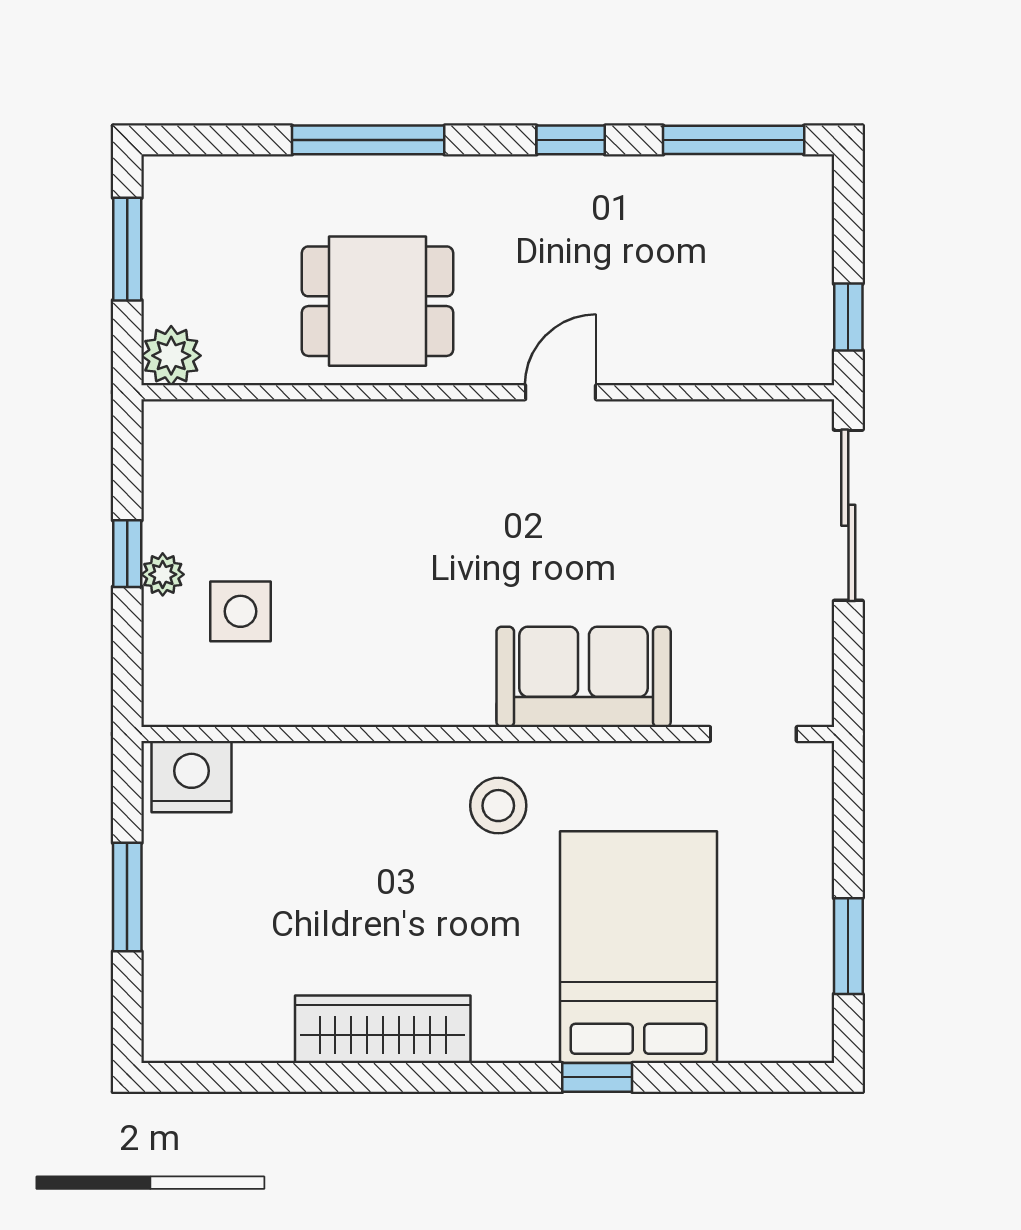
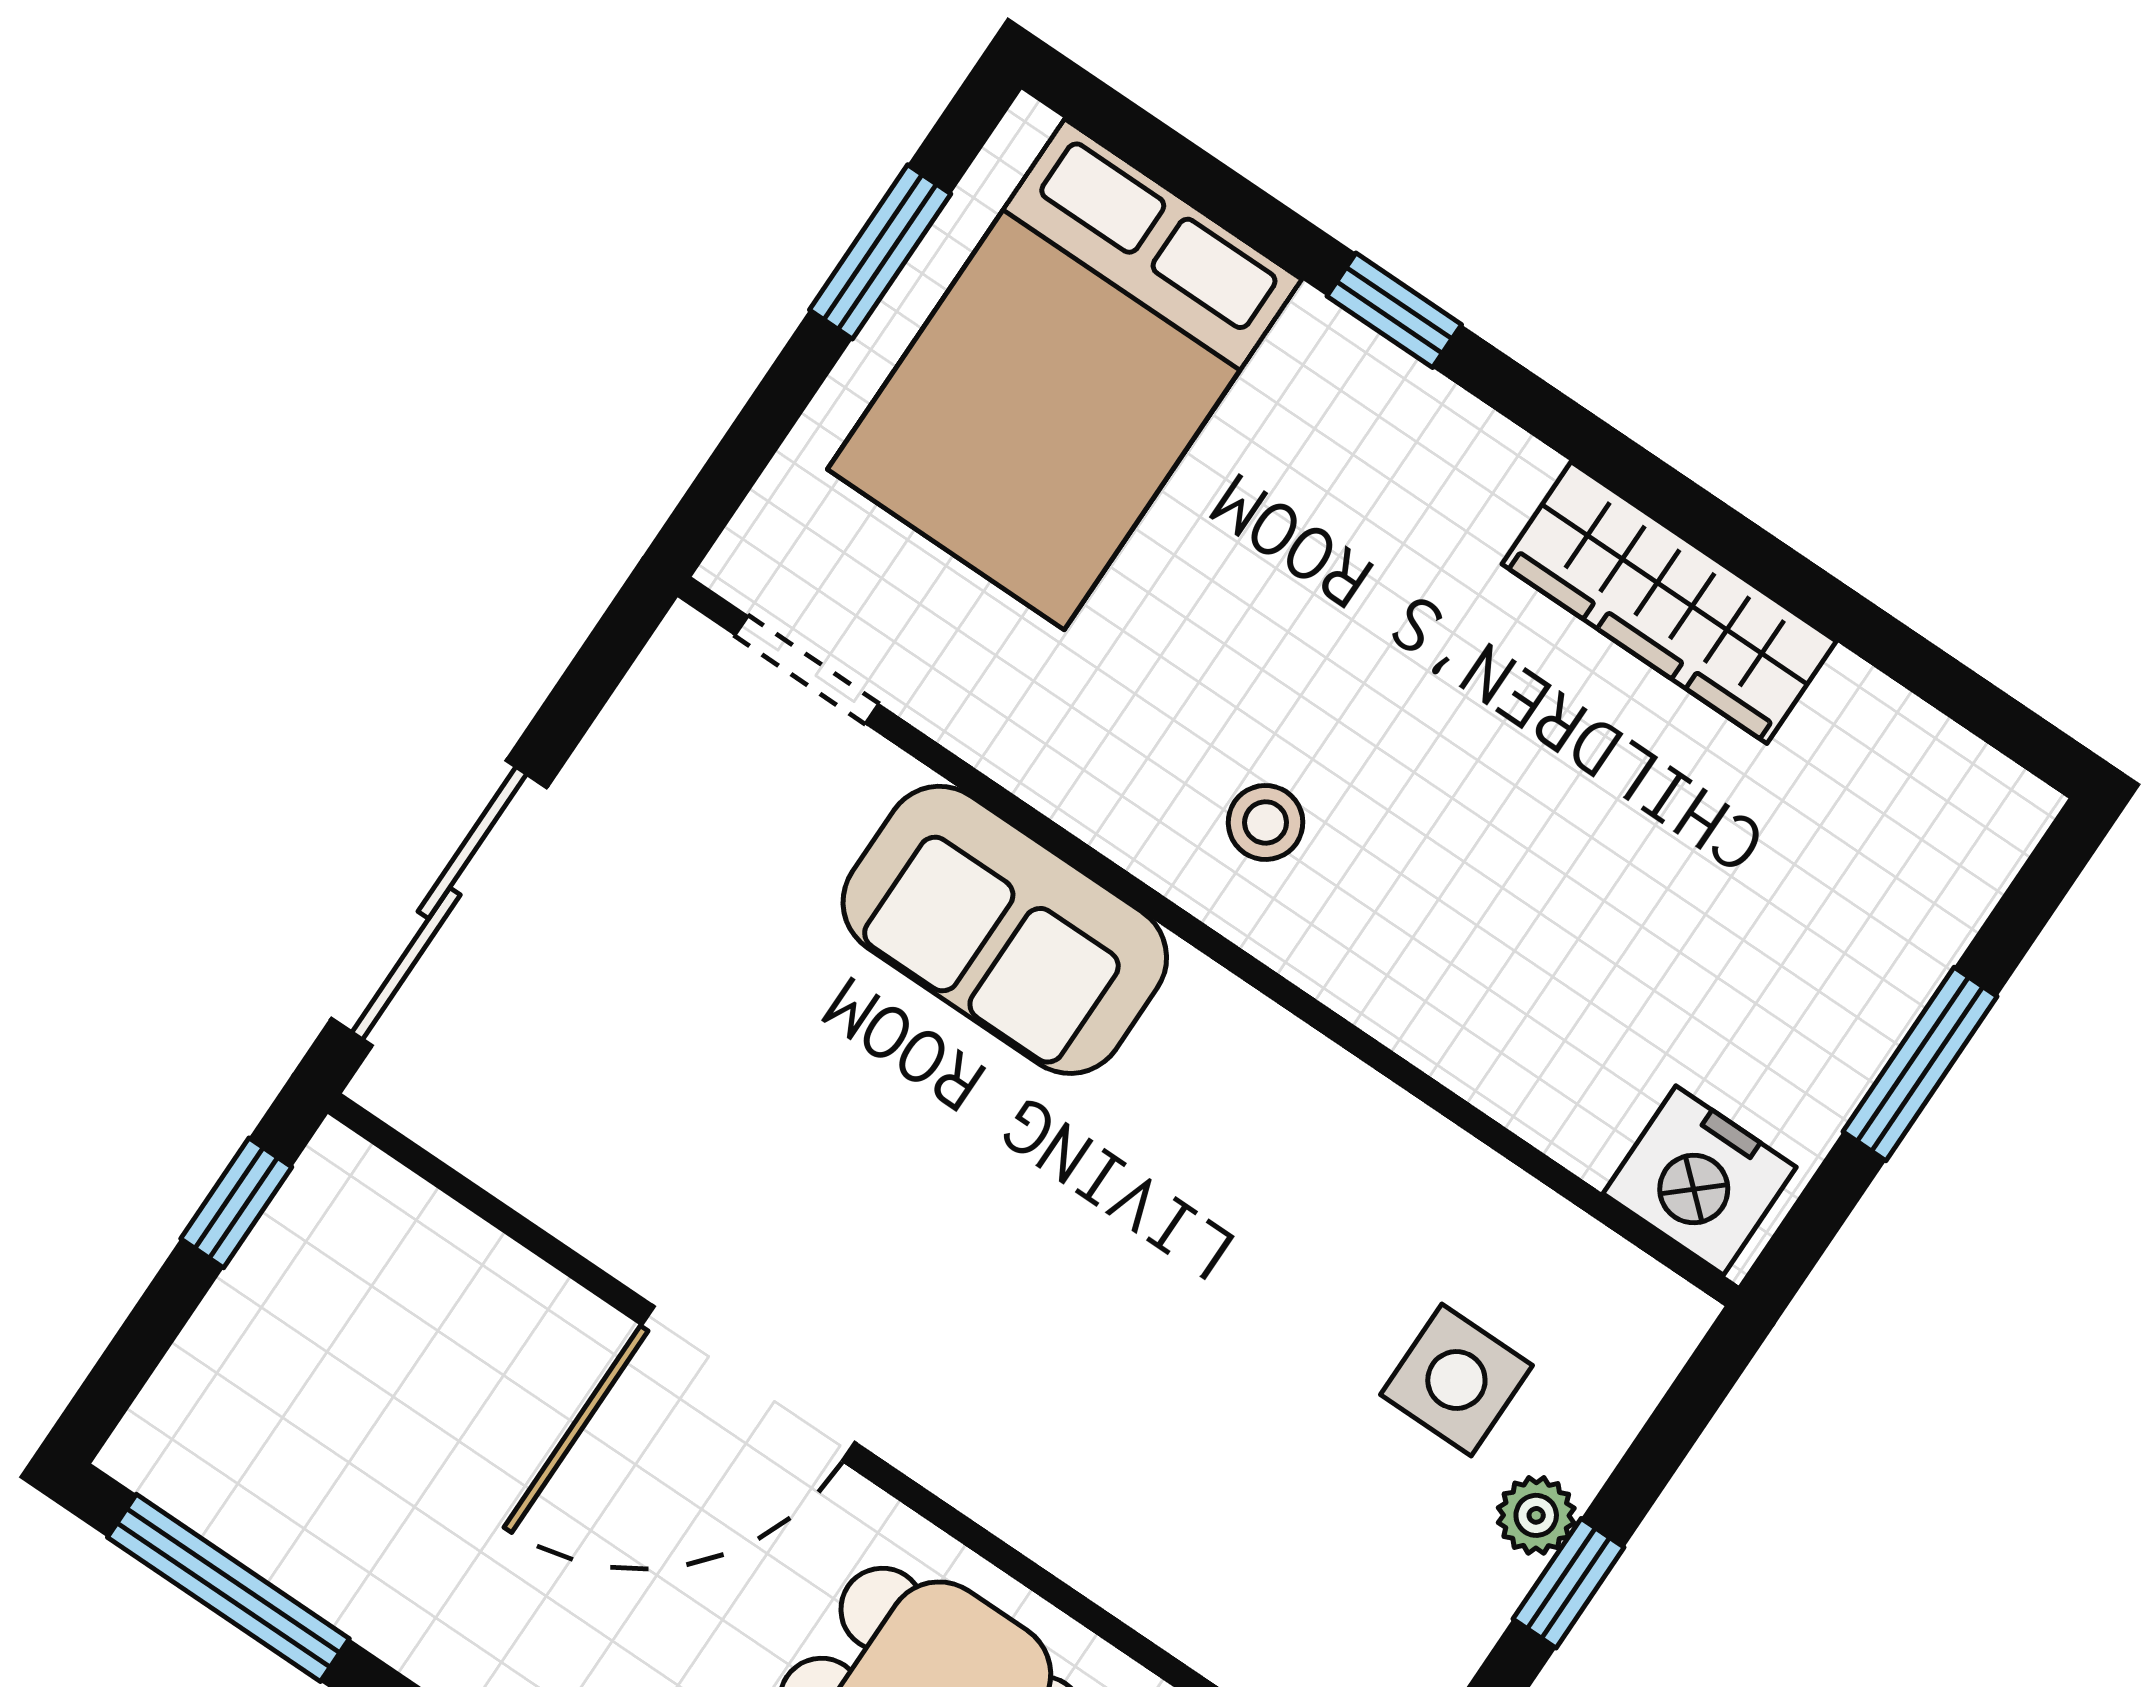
door: (561, 392) -> (748, 1384), width x1.88
stool: (498, 806) -> (1266, 822), width x0.73, depth x0.73
bed: (638, 947) -> (1065, 374), moved

